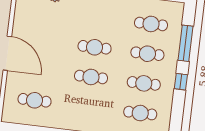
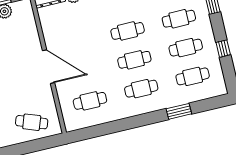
window: (181, 82) -> (223, 49), moved
cafe table: (87, 107) -> (141, 89), added

